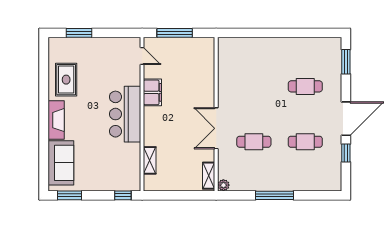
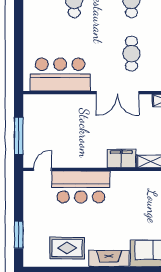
bar counter: (234, 73) -> (60, 75), added
filing cabinet: (152, 92) -> (121, 159), moved
bar counter: (125, 114) -> (81, 187), moved

